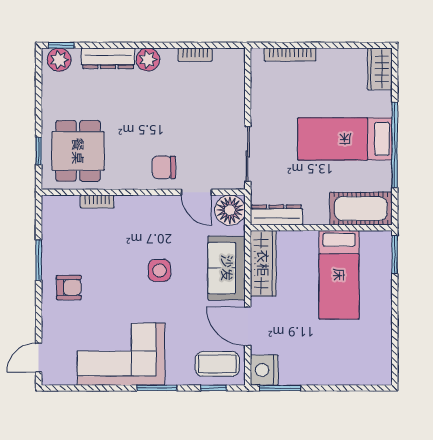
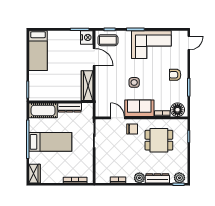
dining table: (78, 151) -> (159, 140), moved, turned 90
floor lamp: (230, 210) -> (178, 110), moved
dresser: (276, 215) -> (70, 108), moved
sofa: (227, 268) -> (139, 108), moved, turned -90
bed: (339, 275) -> (38, 51), moved, turned 180

